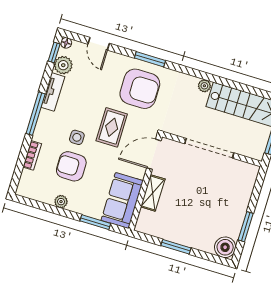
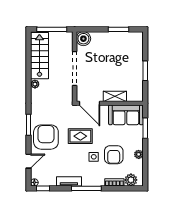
plant: (63, 65) -> (131, 180), moved
armchair: (140, 89) -> (46, 137), moved
boiler: (225, 247) -> (83, 39), moved

